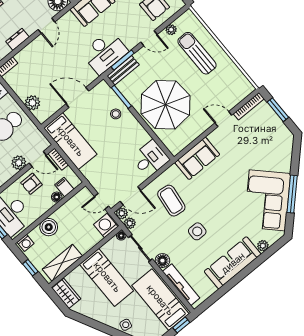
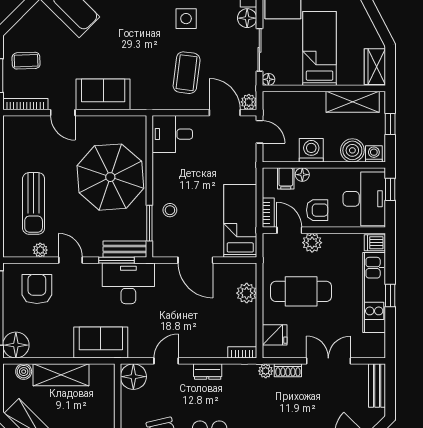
coffee table: (269, 131) -> (26, 61), added
sofa: (197, 158) -> (103, 94), moved
plant: (130, 223) -> (249, 85), removed
washing machine: (106, 226) -> (311, 150), moved, turned 180
boiler: (49, 227) -> (352, 150), moved

